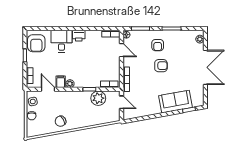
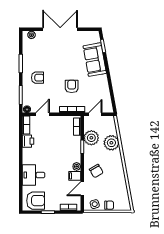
printer: (79, 36) -> (28, 141), moved
armchair: (161, 66) -> (72, 86), moved
plant: (93, 118) -> (111, 143), added
chair: (61, 121) -> (96, 171), moved

